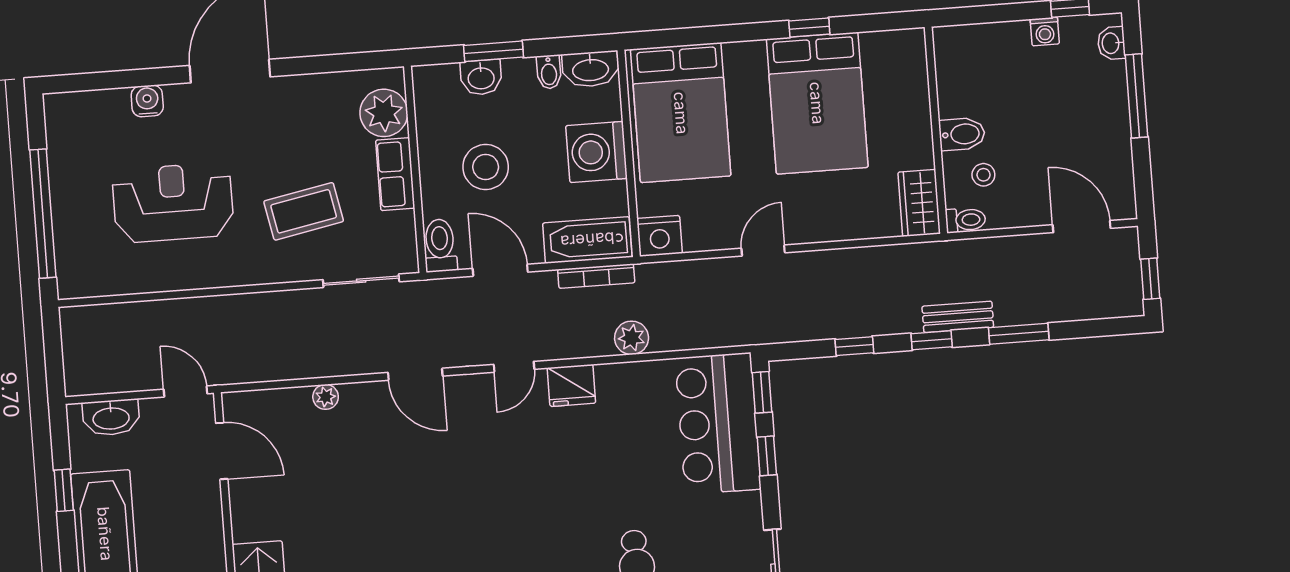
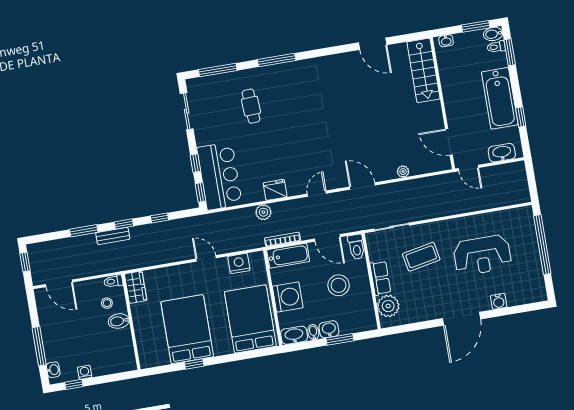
washbasin: (481, 77) -> (329, 329), moved
nightstand: (659, 236) -> (239, 263), moved
door: (763, 251) -> (206, 258), swing flipped
fridge: (571, 385) -> (275, 190), moved

